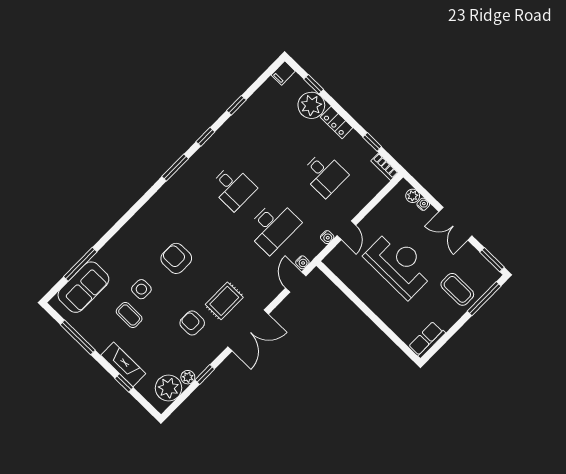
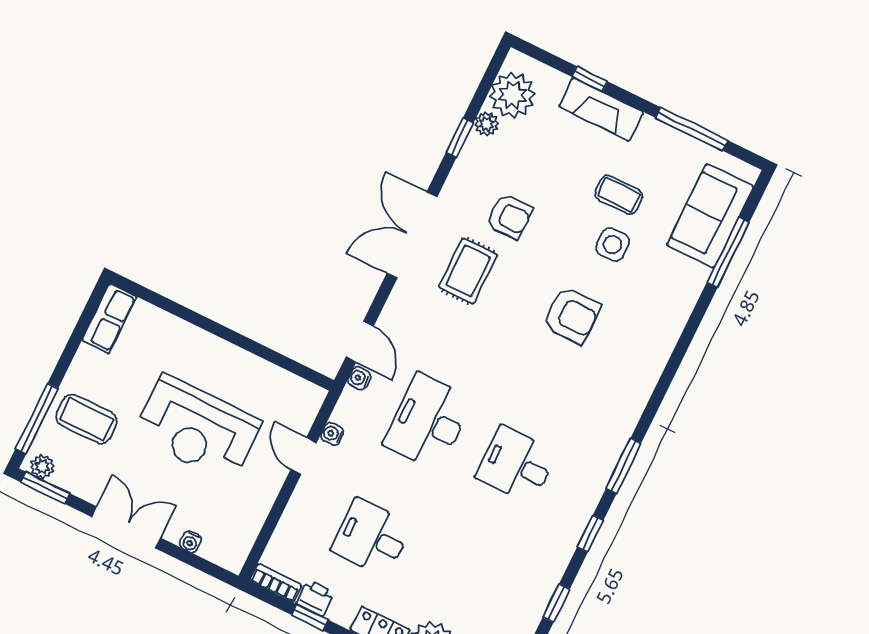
printer: (366, 151) -> (315, 598), added
plant: (413, 196) -> (42, 467), moved

